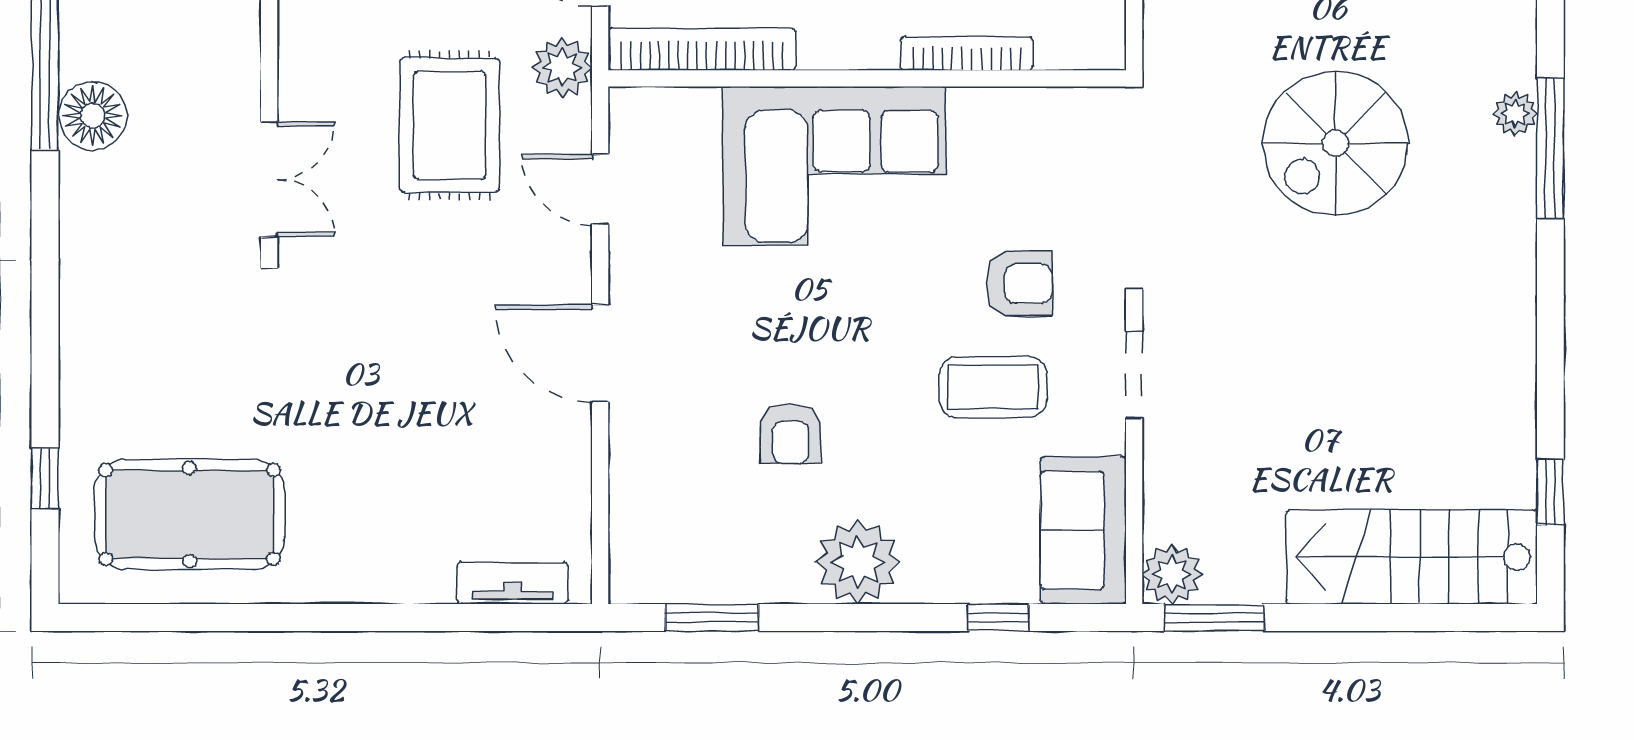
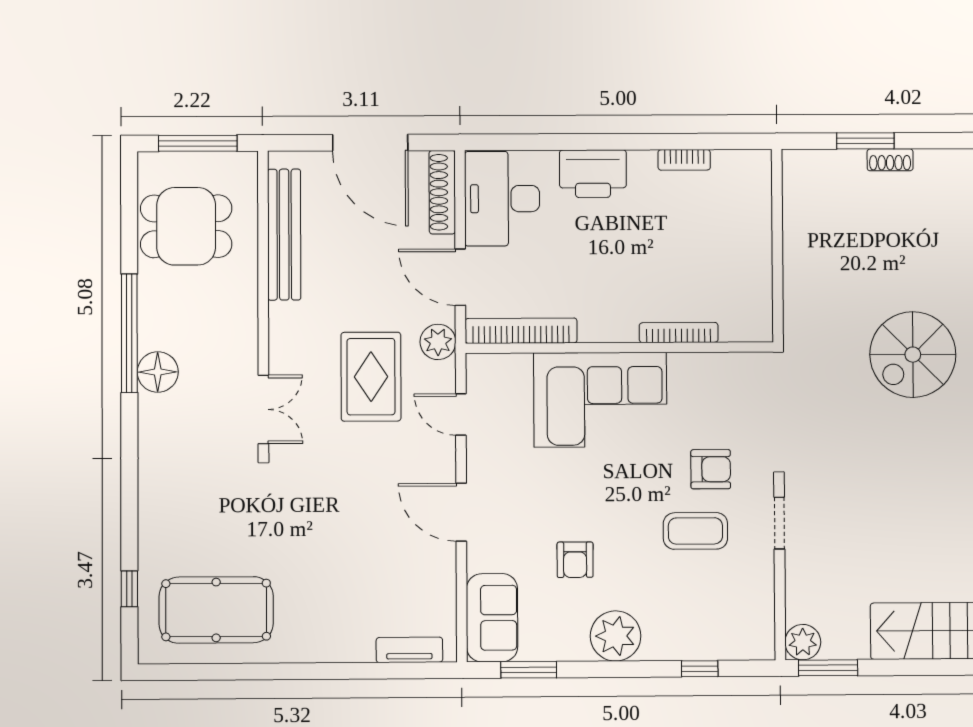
spiral stairs: (1335, 143) -> (913, 355), moved
sofa: (1083, 530) -> (492, 618), moved, turned 180

